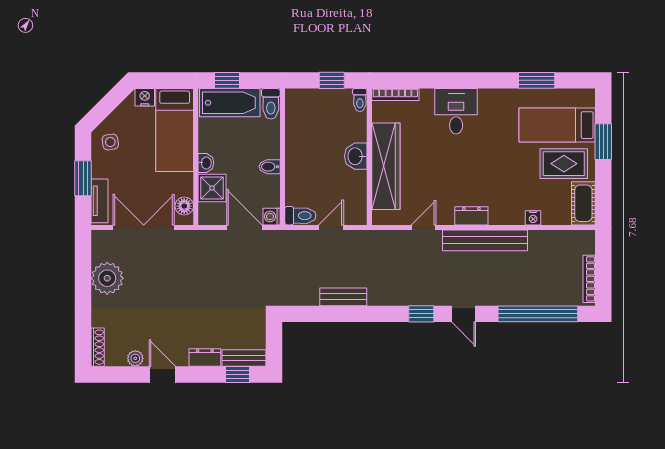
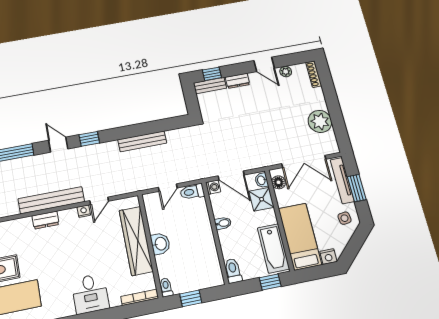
bathtub: (230, 103) -> (274, 248), moved, turned -90
washbasin: (206, 163) -> (262, 180), moved
tv unit: (99, 201) -> (342, 181), width x1.41
dresser: (471, 216) -> (46, 220), moved
nightstand: (533, 218) -> (84, 211), moved
bench: (343, 297) -> (142, 141), width x1.36

